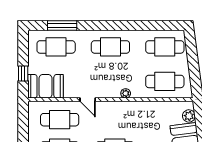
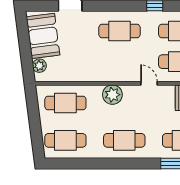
plant: (126, 93) -> (112, 95), width x1.88, depth x1.88

